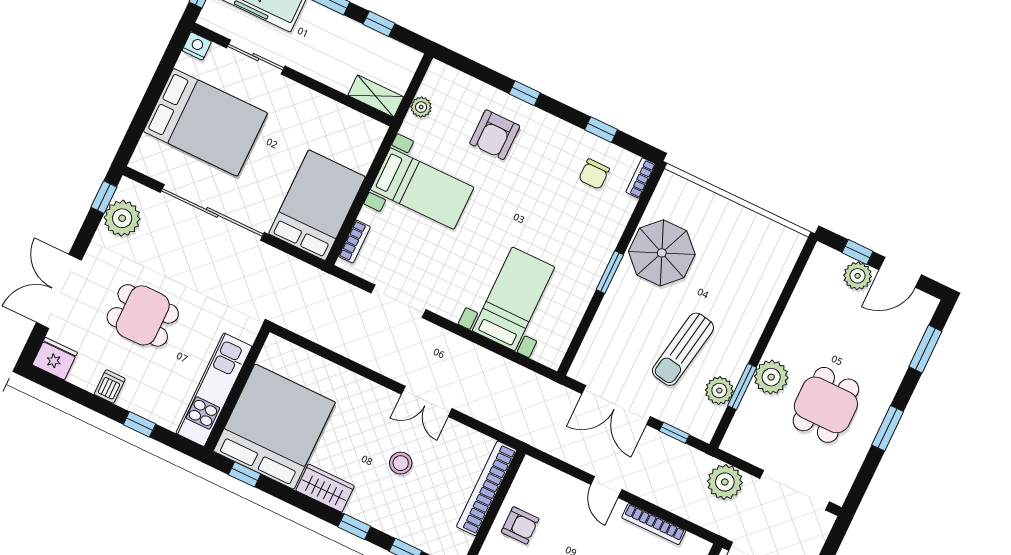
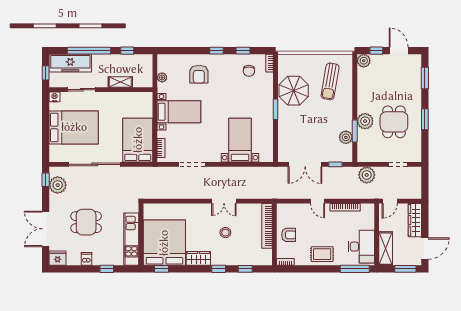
window: (525, 93) -> (217, 51), moved
shelving: (376, 96) -> (120, 82), moved
door: (900, 272) -> (399, 51), swing flipped
plant: (858, 276) -> (364, 61), moved
sun lounger: (683, 349) -> (330, 81), moved
doorway: (795, 490) -> (398, 164), width x0.53

